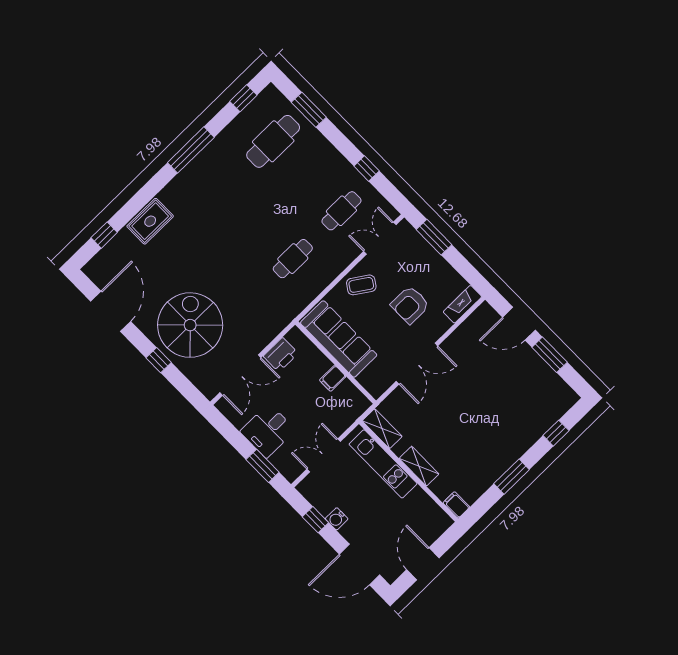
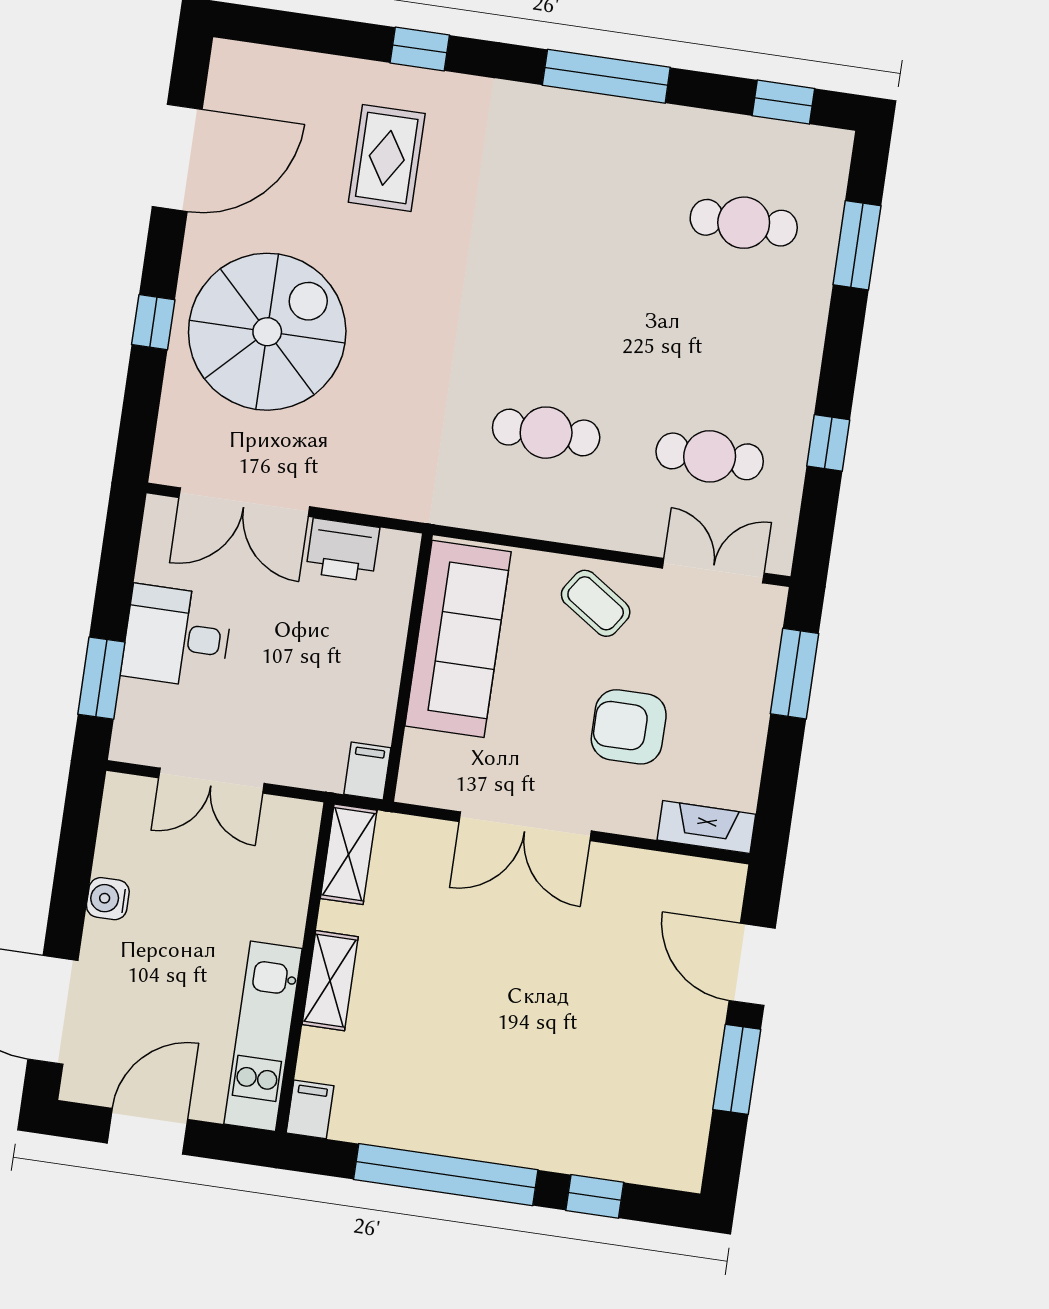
cafe table: (273, 141) -> (744, 223), width x0.73, depth x0.74
rug: (150, 221) -> (387, 158), moved, turned 90
window: (104, 235) -> (420, 49), moved
filing cabinet: (333, 378) -> (367, 771), moved, turned 90
double door: (324, 455) -> (211, 781), swing flipped
kitchen unit: (383, 464) -> (263, 1036), moved
window: (512, 477) -> (446, 1175), width x2.11
window: (315, 520) -> (75, 859), removed

